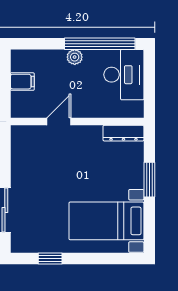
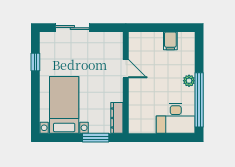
door: (59, 121) -> (126, 69), moved
wall: (77, 121) -> (126, 83), moved
dresser: (123, 133) -> (117, 118), moved

